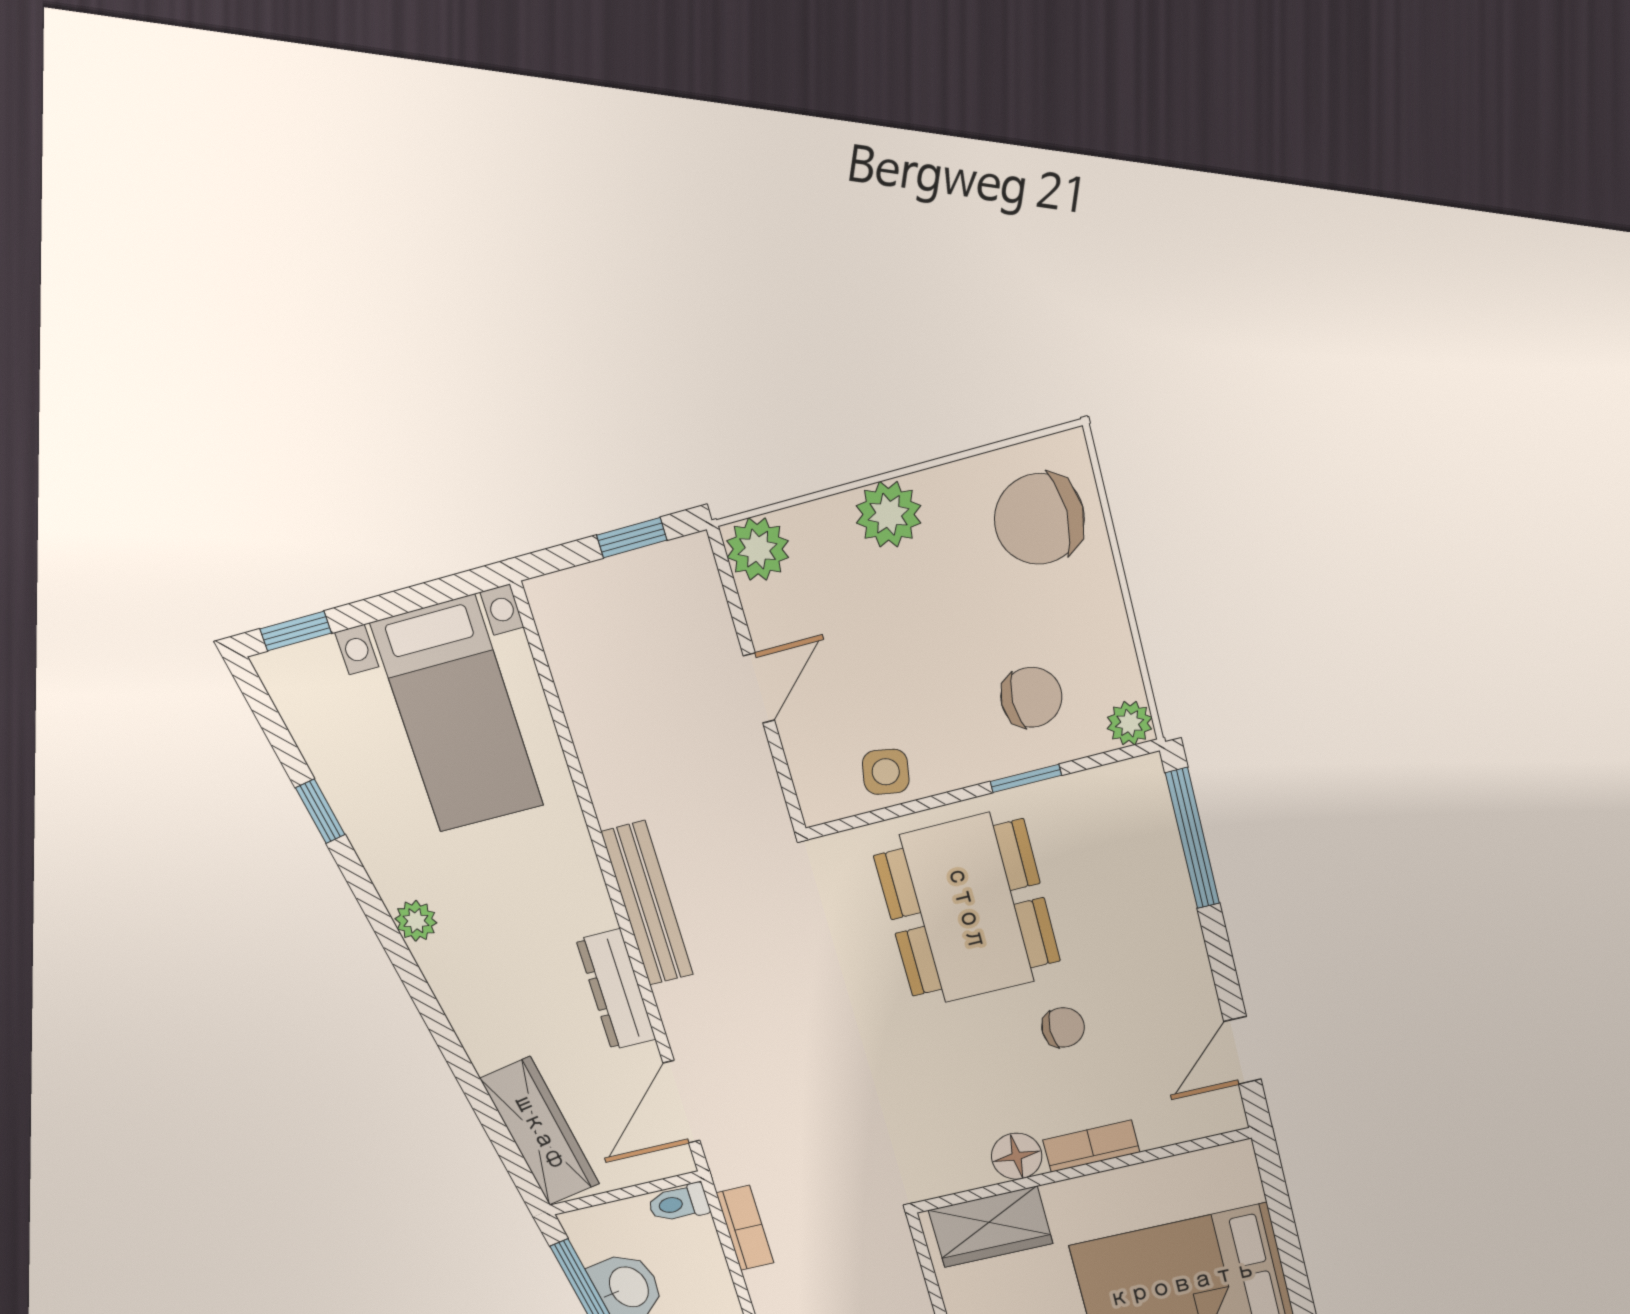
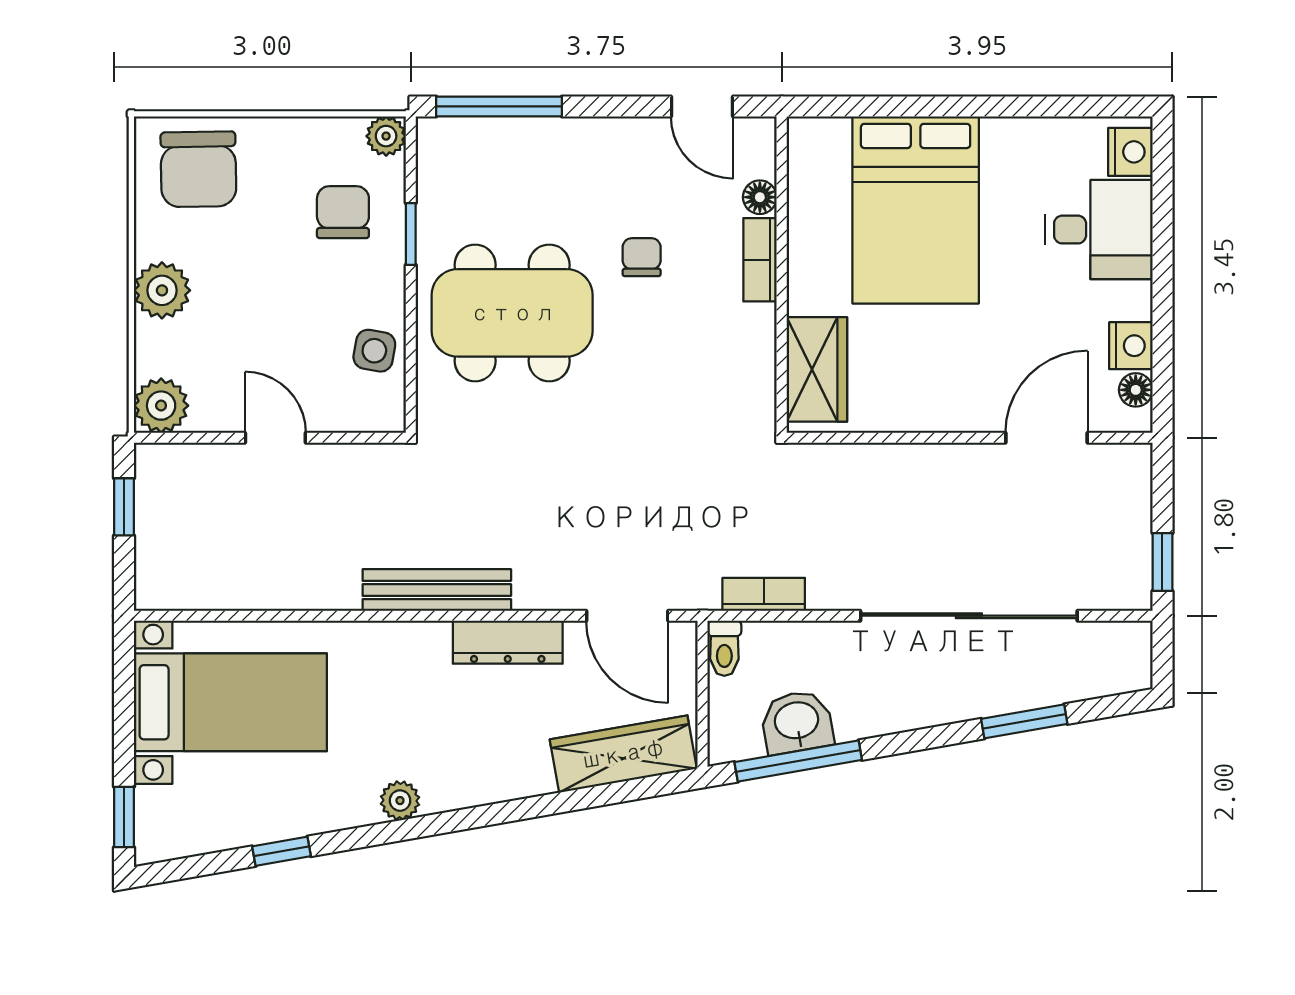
floor lamp: (1017, 1156) -> (760, 197), moved, width x0.73, depth x0.73

